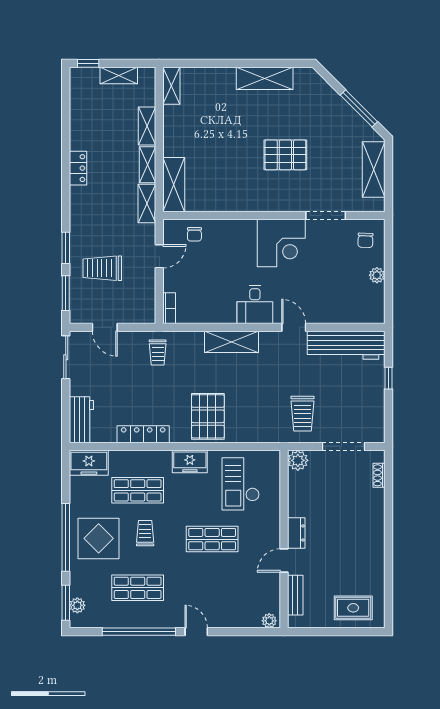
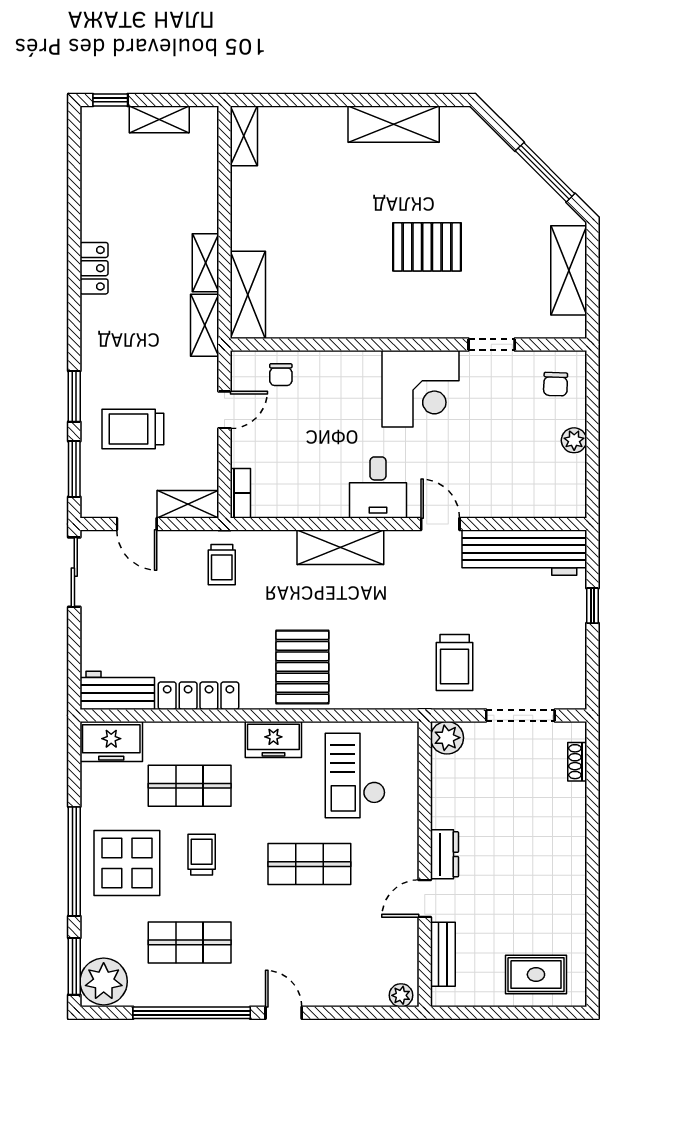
shelving: (147, 126) -> (188, 504), moved, turned 90
doorway: (326, 216) -> (492, 344), width x0.73
workbench: (81, 420) -> (117, 690), moved, turned -90
plant: (77, 605) -> (104, 981), width x1.88, depth x1.88

